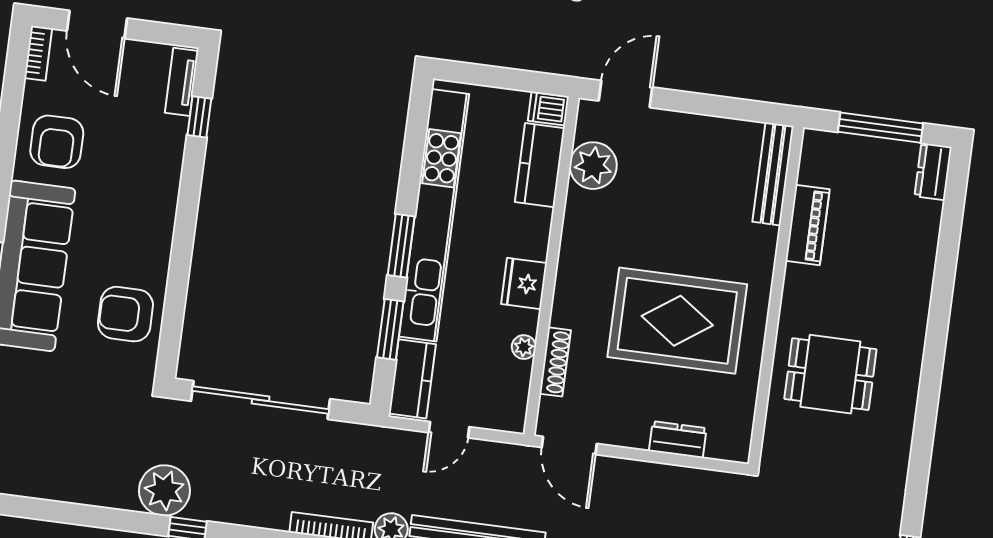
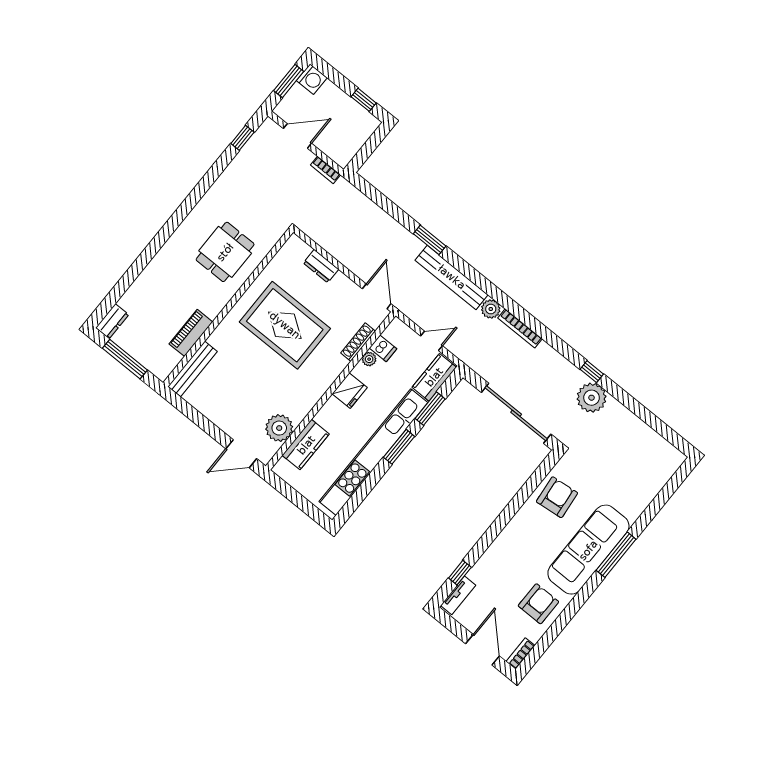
dishwasher: (548, 109) -> (383, 348), moved
armchair: (125, 314) -> (557, 497), turned -96
dining table: (830, 374) -> (225, 252), turned 90

